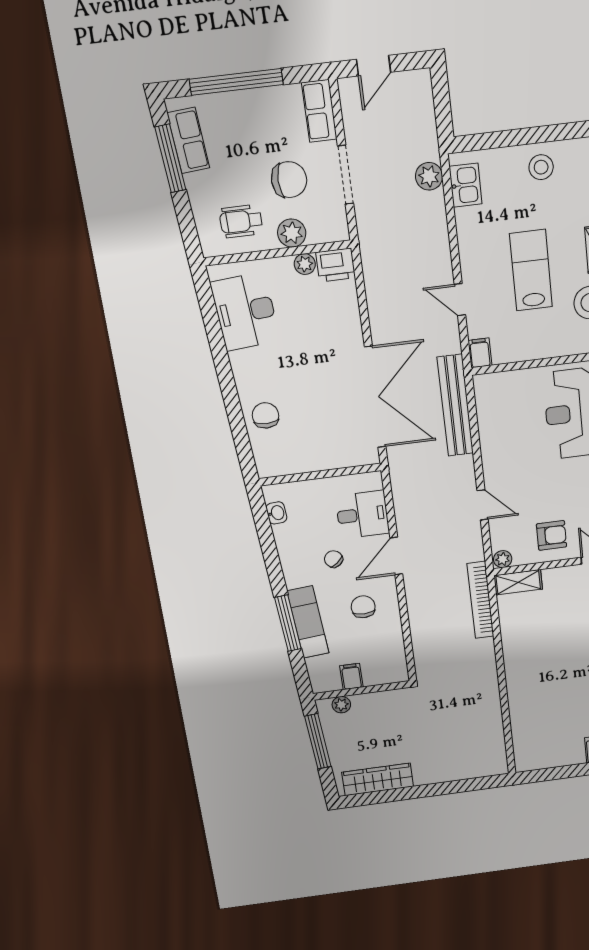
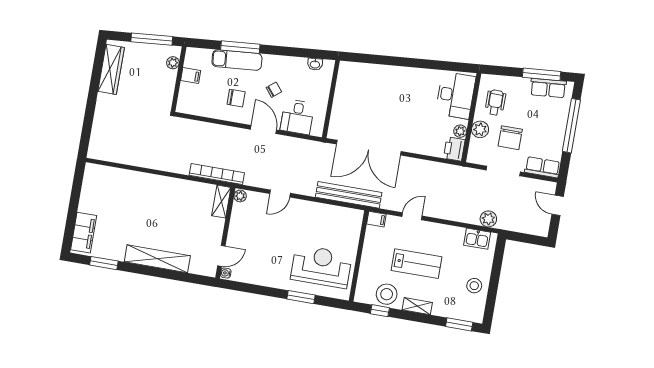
desk: (245, 312) -> (455, 95), moved, turned 95
chair: (265, 415) -> (378, 78), removed
armchair: (552, 535) -> (246, 231), removed

